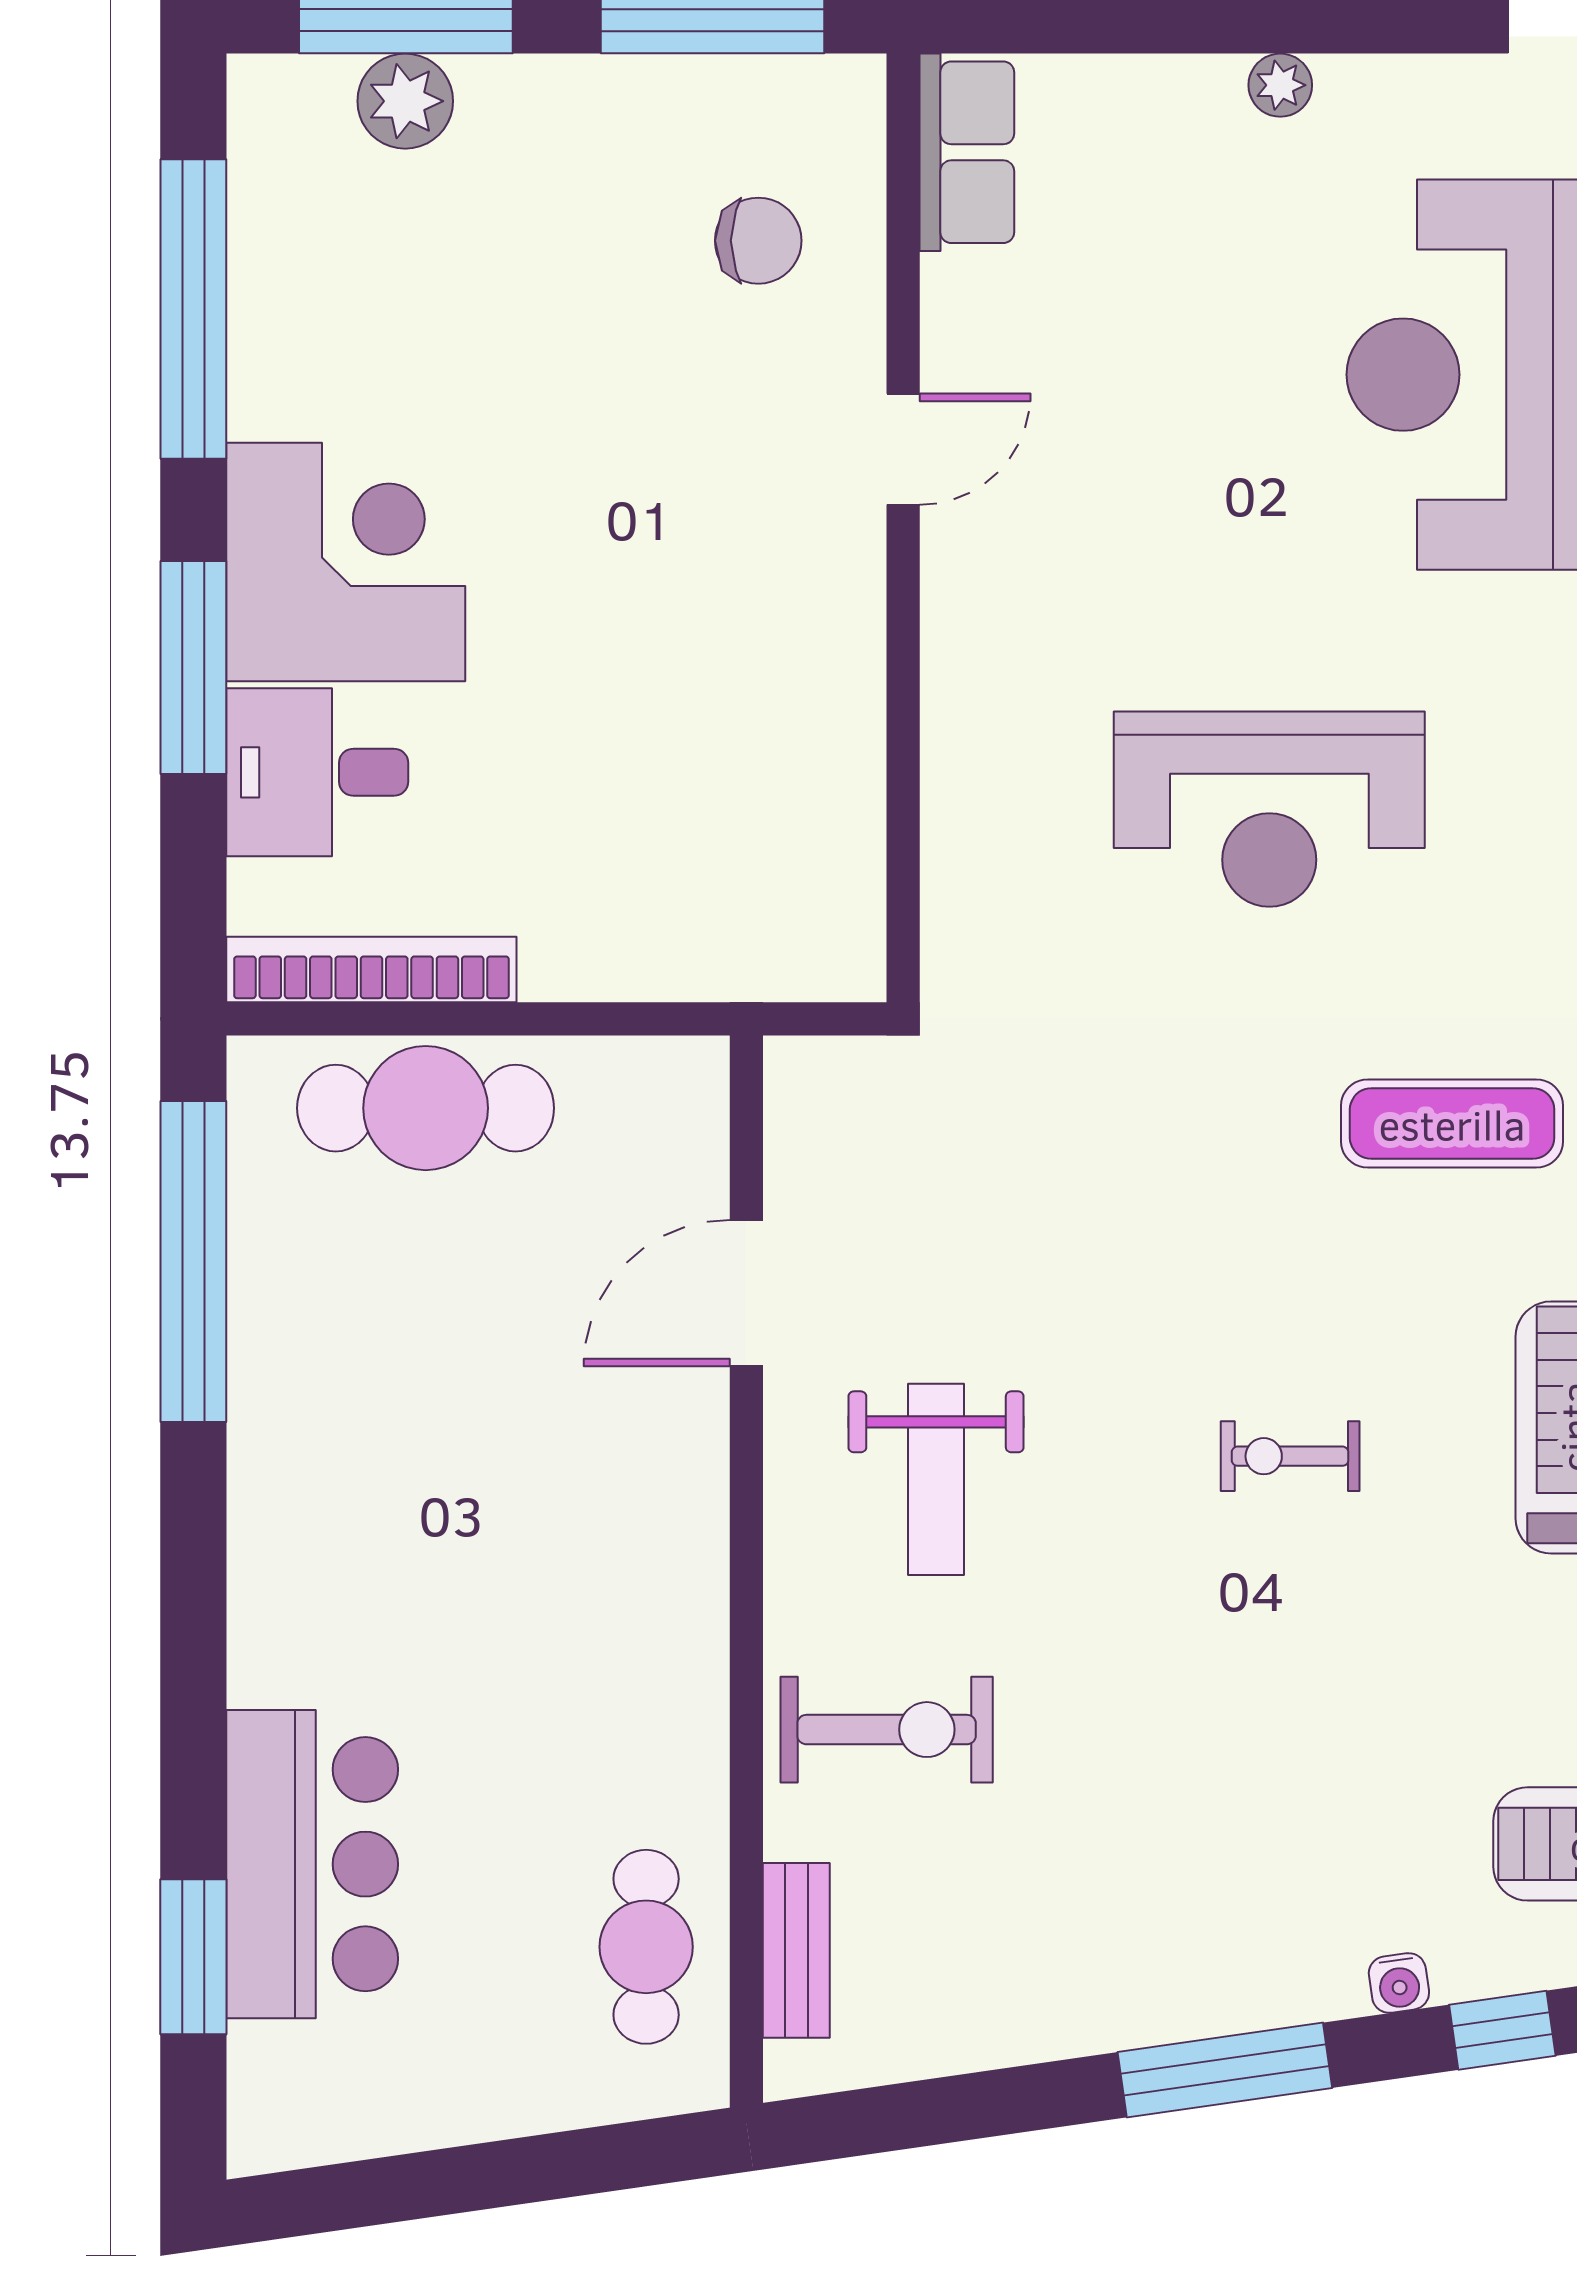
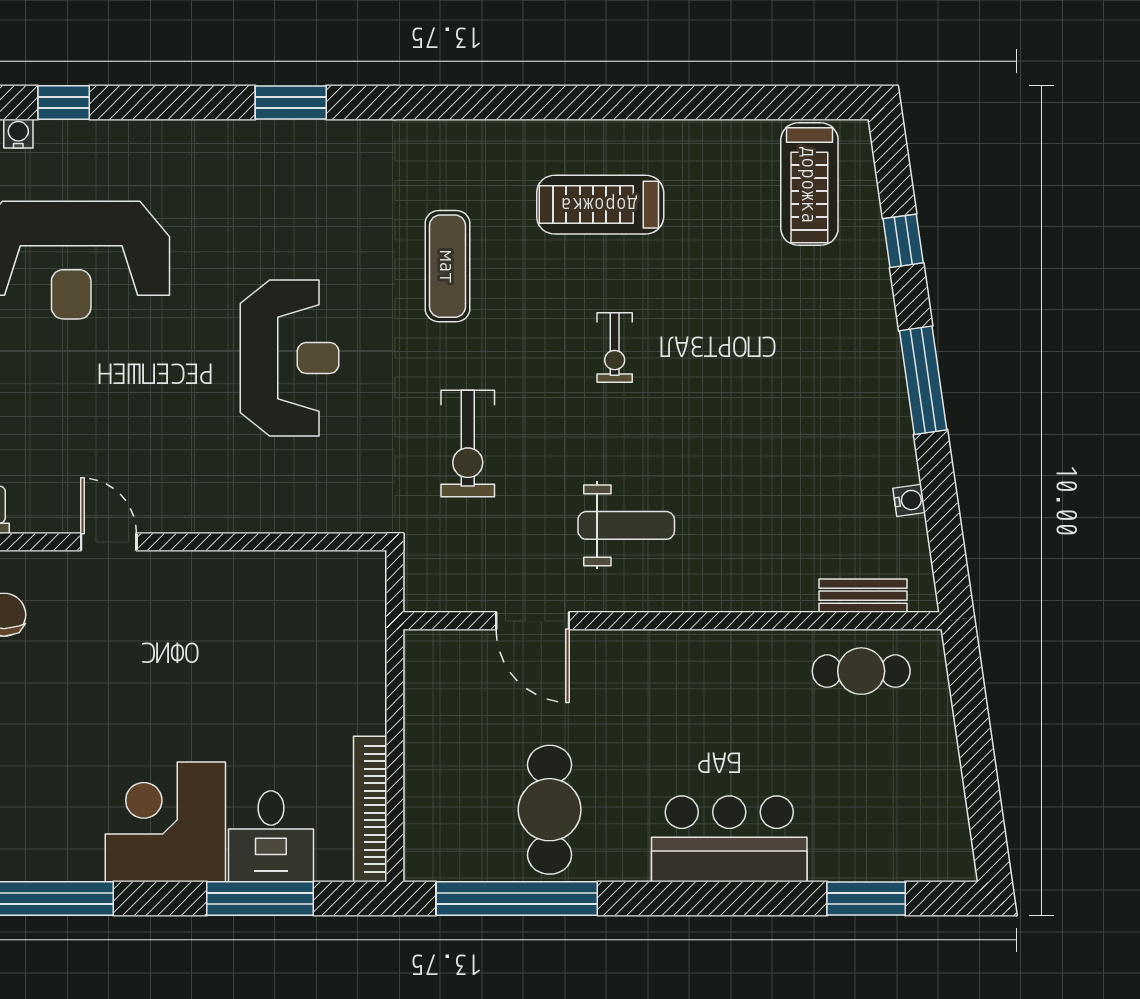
window: (193, 668) -> (260, 899), moved
cafe table: (426, 1108) -> (550, 810), moved
exercise bike: (887, 1730) -> (468, 444), moved, turned 180
bar counter: (312, 1864) -> (729, 839), moved
water cooler: (1399, 1983) -> (909, 500), moved

